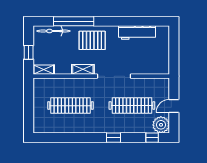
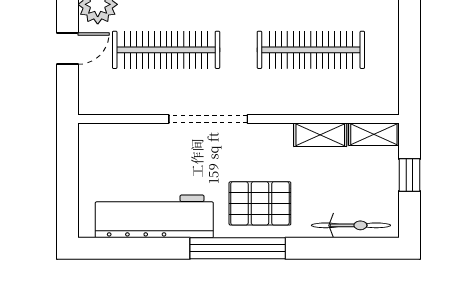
window: (74, 21) -> (238, 248), moved
workbench: (137, 33) -> (154, 216), width x1.36, depth x1.32
shelving: (83, 69) -> (320, 135), moved

